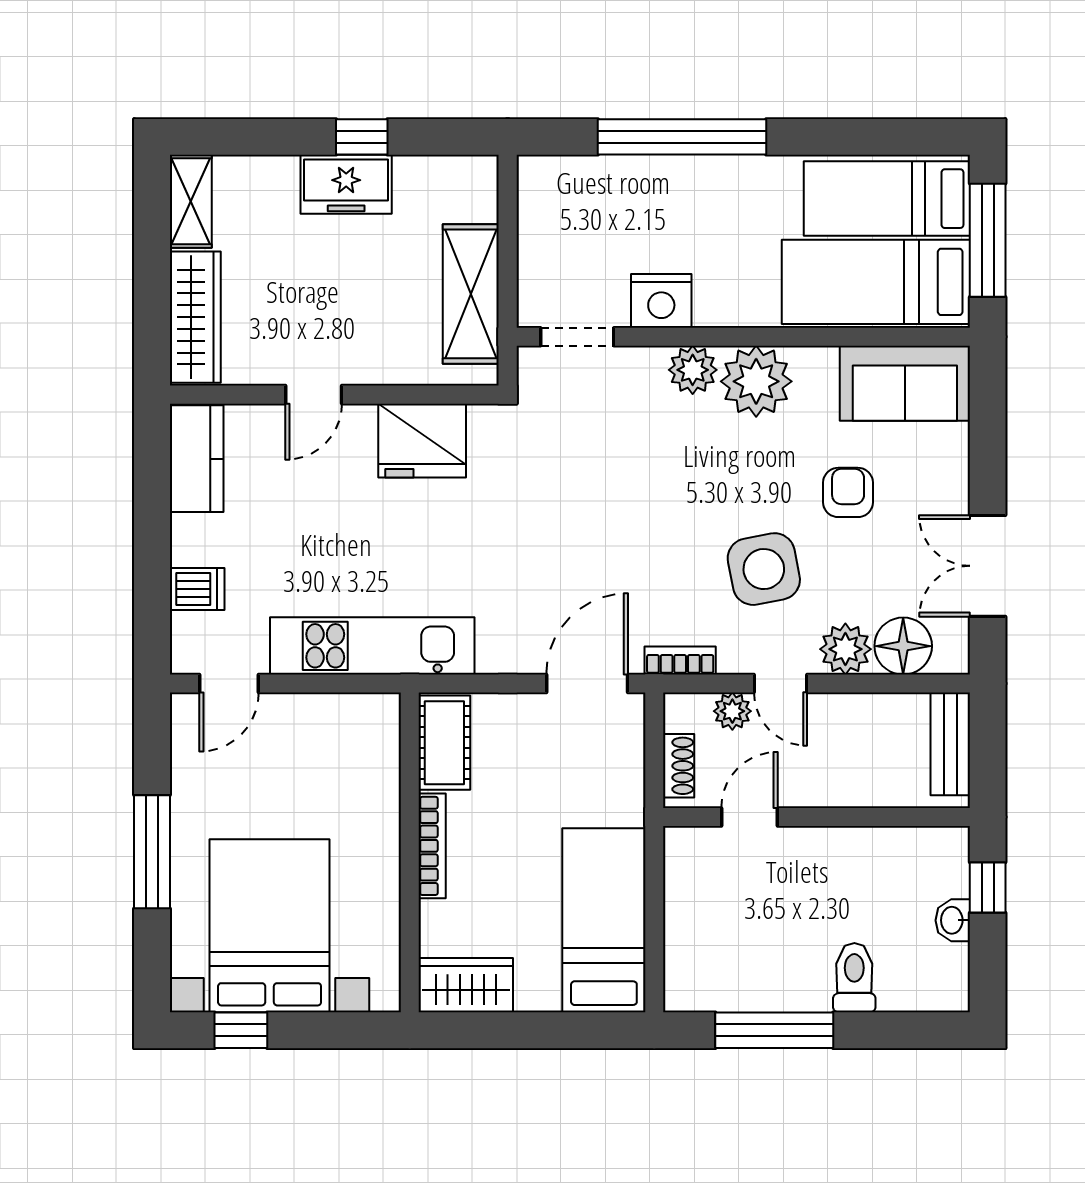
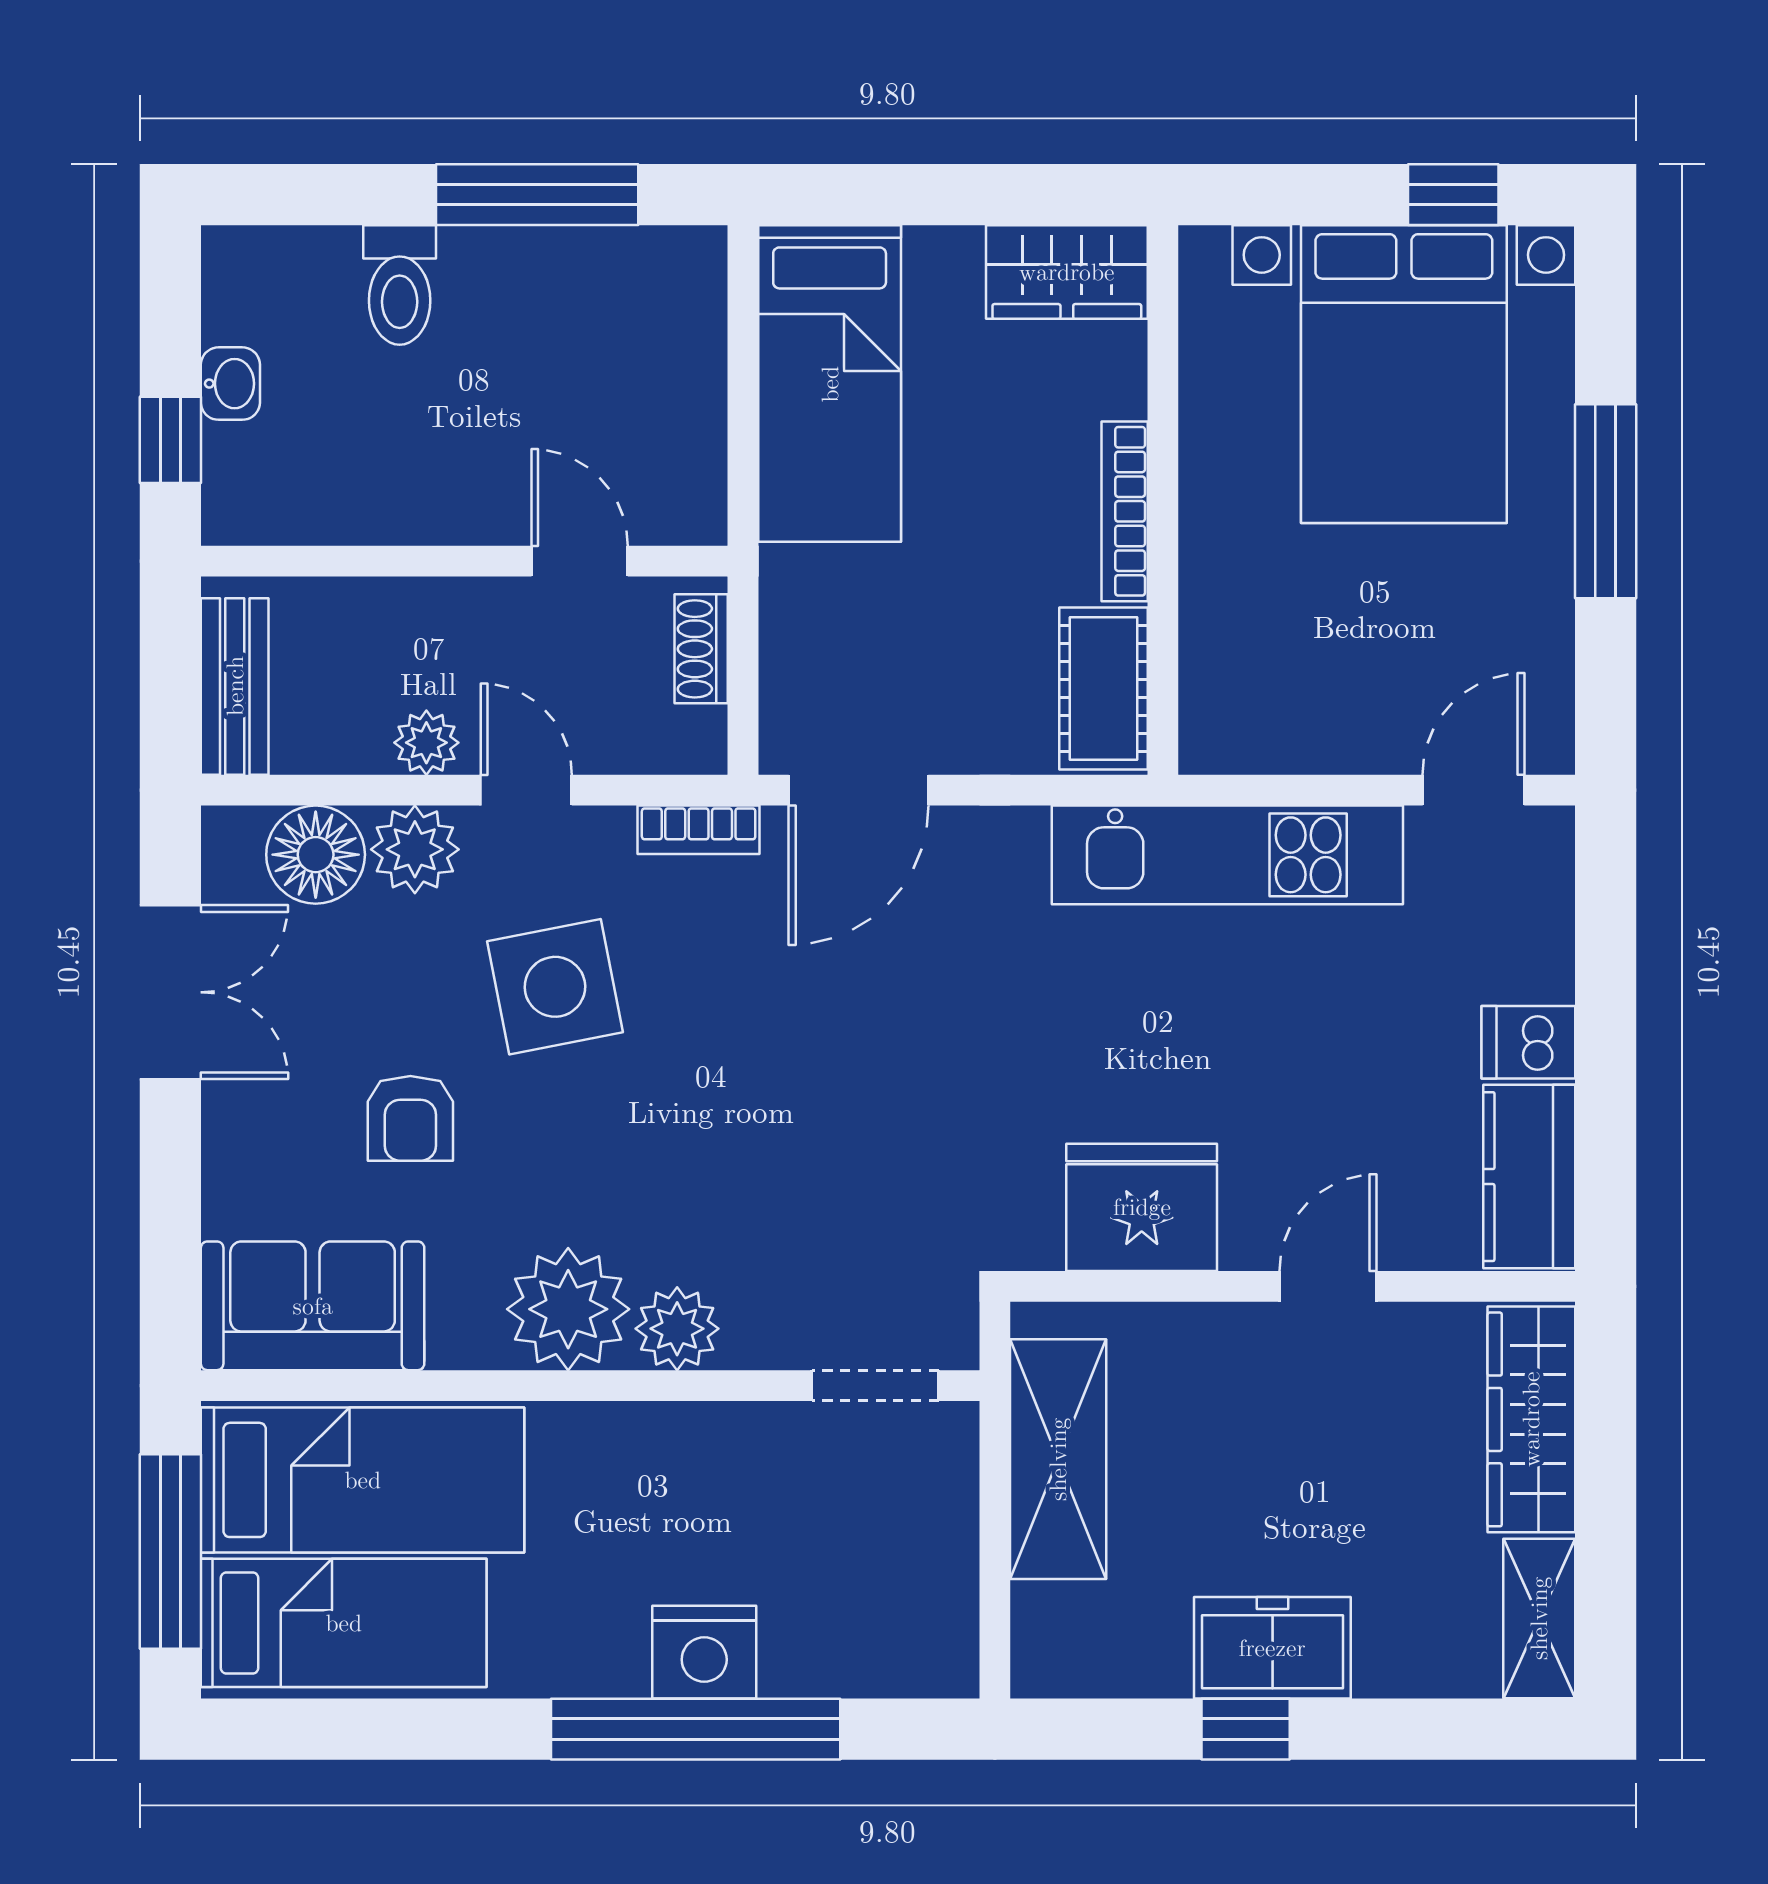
nightstand: (661, 301) -> (704, 1652), moved, turned 180
dishwasher: (197, 589) -> (1528, 1042), moved
plant: (732, 711) -> (426, 743), moved
door: (749, 817) -> (580, 561), swing flipped

